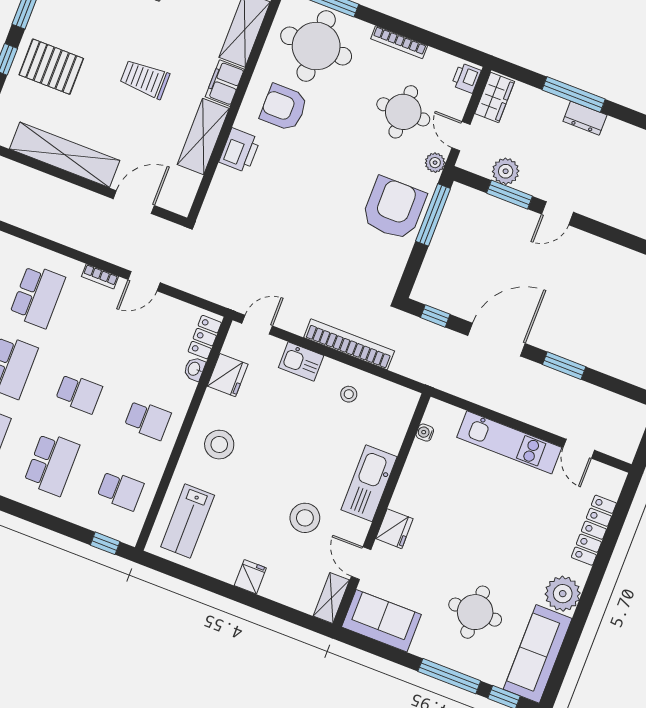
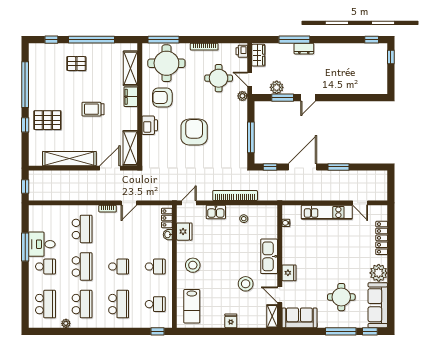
shelving: (203, 136) -> (130, 148), moved
armchair: (394, 208) -> (194, 132), moved
window: (433, 215) -> (251, 137), moved

